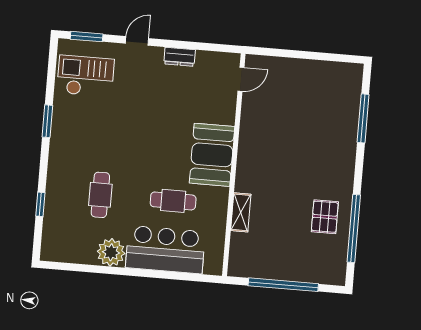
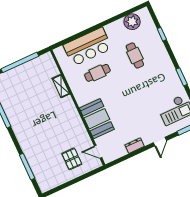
door: (241, 79) -> (98, 152), hinge flipped
booth: (212, 155) -> (97, 119), moved
pallet: (325, 217) -> (72, 159), moved
plant: (111, 252) -> (132, 22), moved

